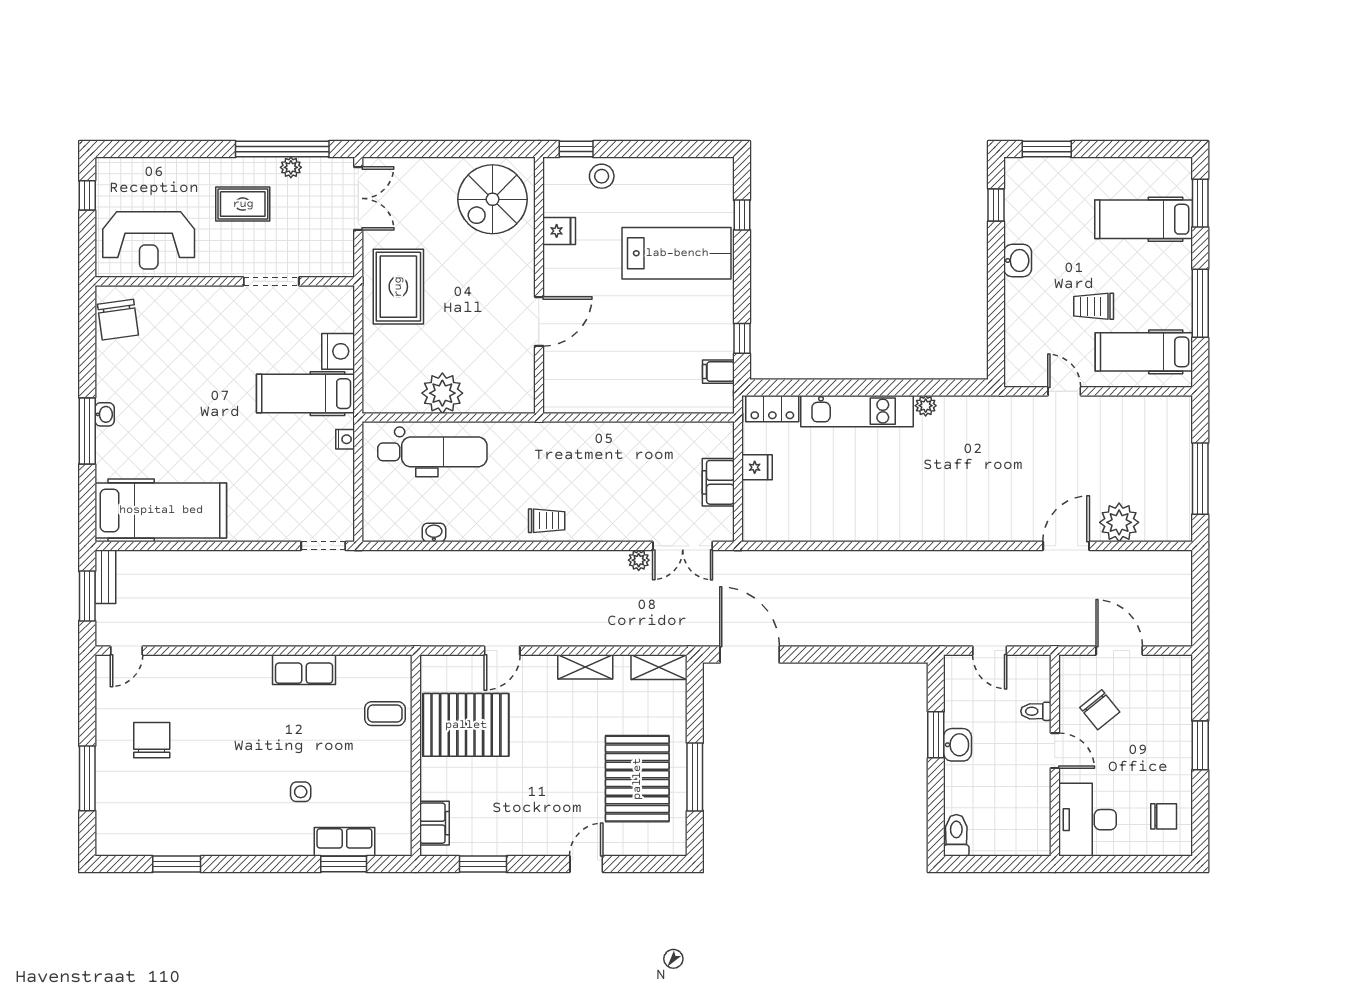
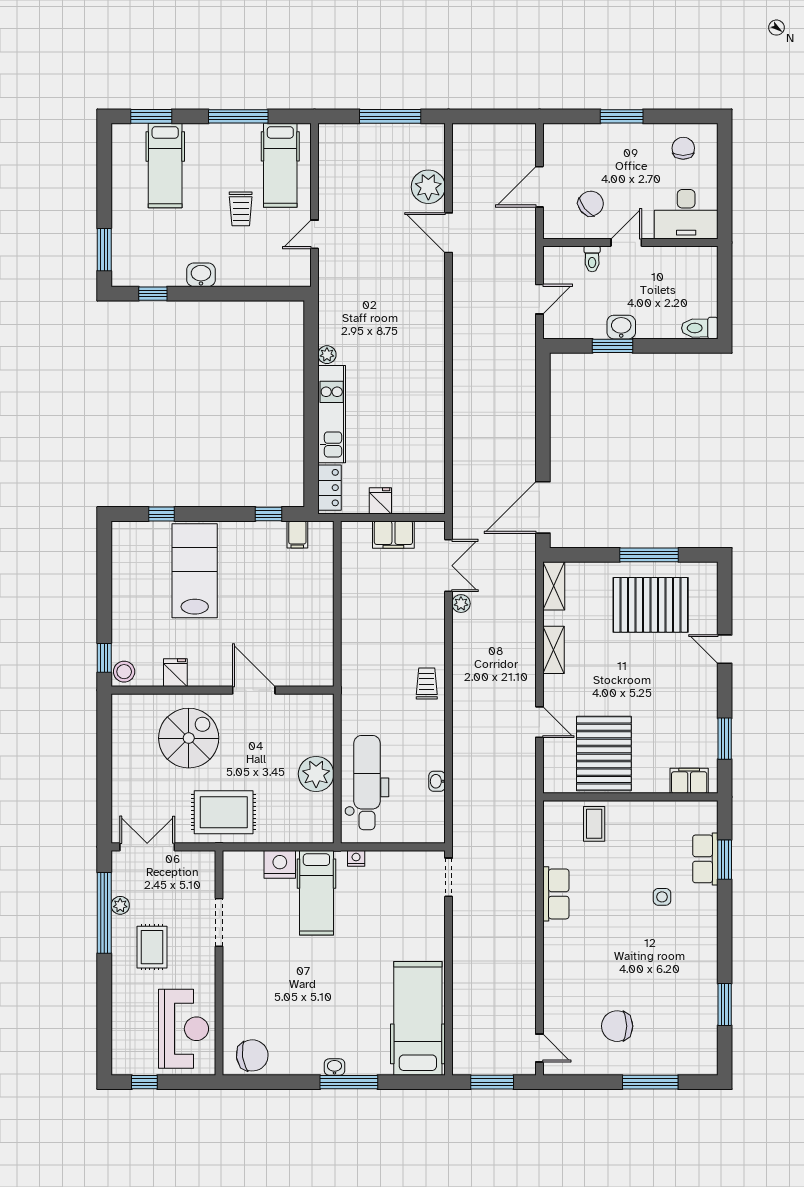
stool: (602, 176) -> (124, 672), moved
spiral stairs: (493, 199) -> (189, 738), moved, turned -90
bench: (105, 577) -> (475, 1066), removed

